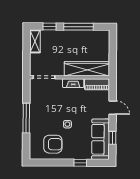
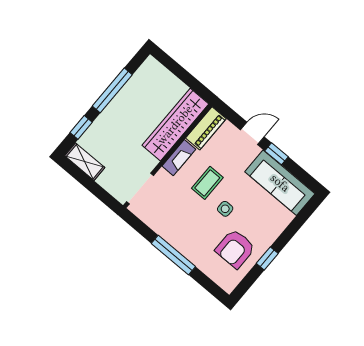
coffee table: (72, 106) -> (207, 183), added
window: (112, 138) -> (276, 154), moved
armchair: (53, 144) -> (235, 249), turned 180
window: (80, 163) -> (267, 258), moved

